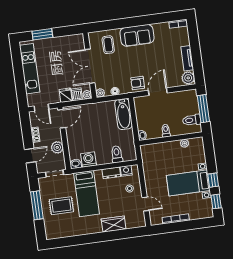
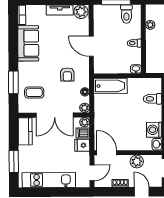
window: (115, 24) -> (13, 82), added
sofa: (137, 35) -> (28, 43), moved
kitchen counter: (71, 41) -> (25, 131), added
armchair: (138, 83) -> (67, 75), moved

